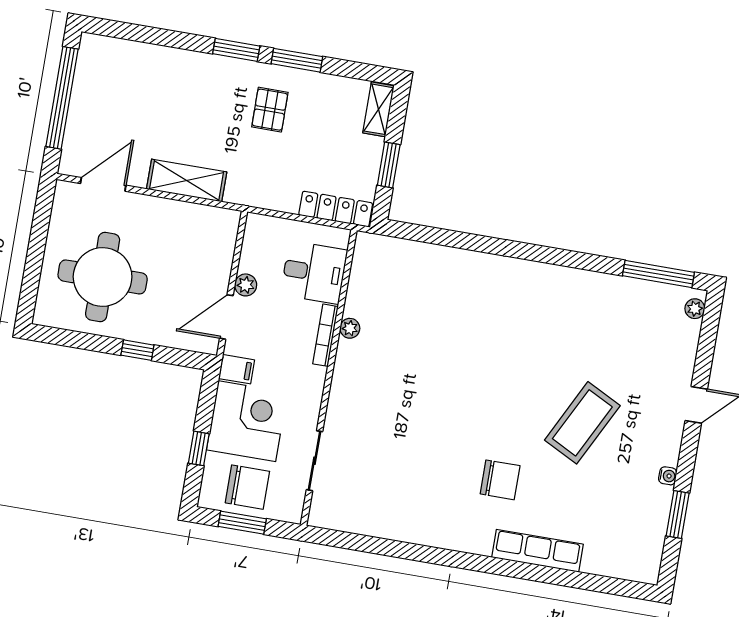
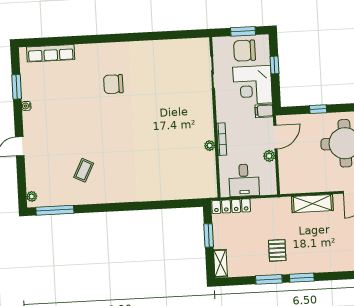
desk: (314, 272) -> (244, 180), moved, turned -90
coffee table: (582, 423) -> (84, 170), moved, width x0.54, depth x0.58
row of seats: (537, 551) -> (51, 53), moved

